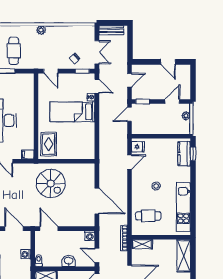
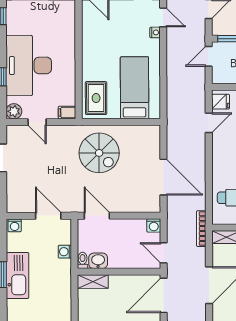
bed: (72, 112) -> (135, 88), moved, turned 90
washbasin: (69, 261) -> (98, 261), moved

